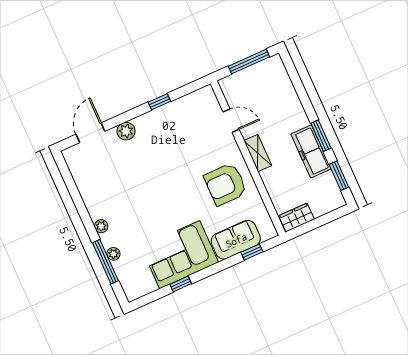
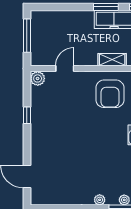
plant: (126, 131) -> (38, 78), moved
shelving: (258, 153) -> (112, 60), moved

